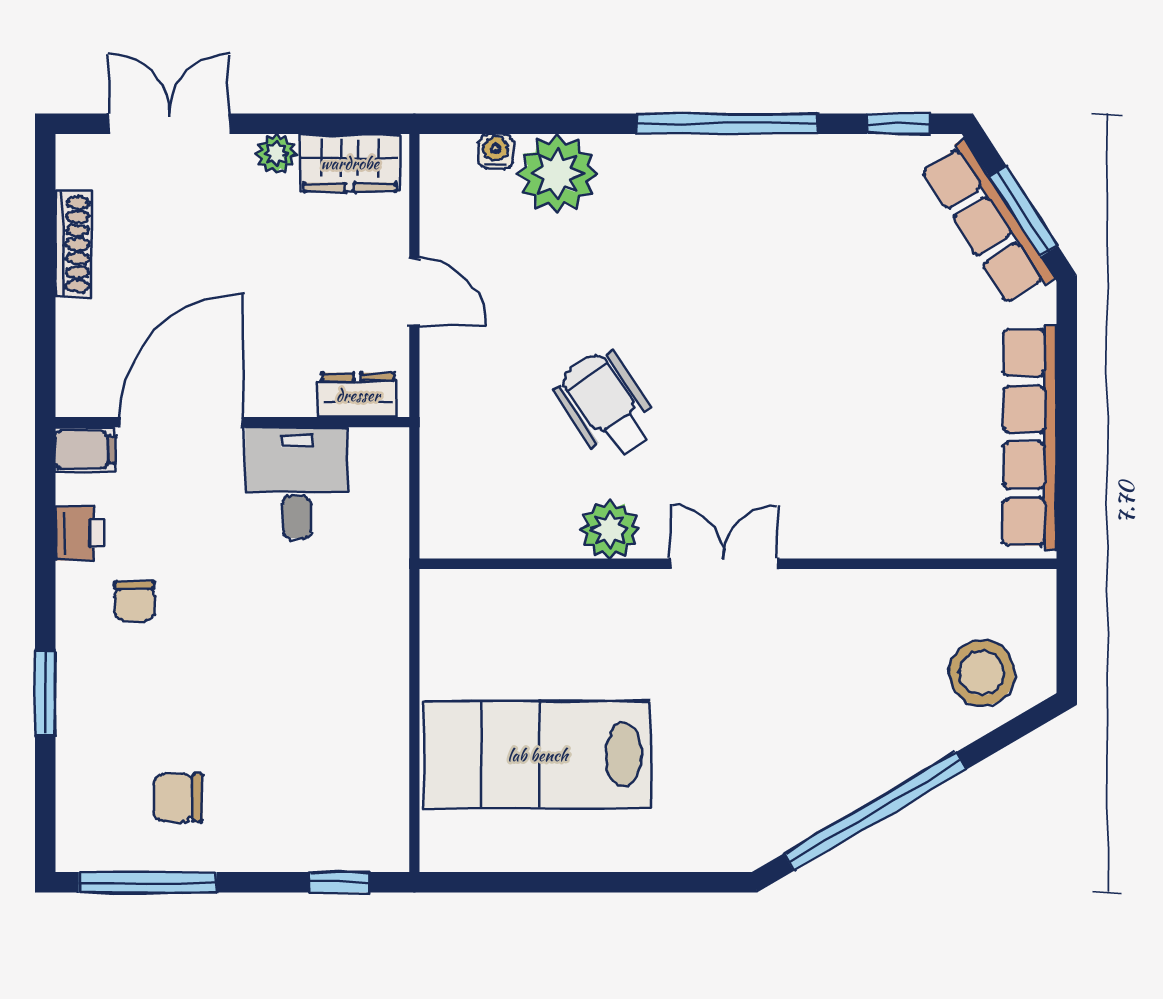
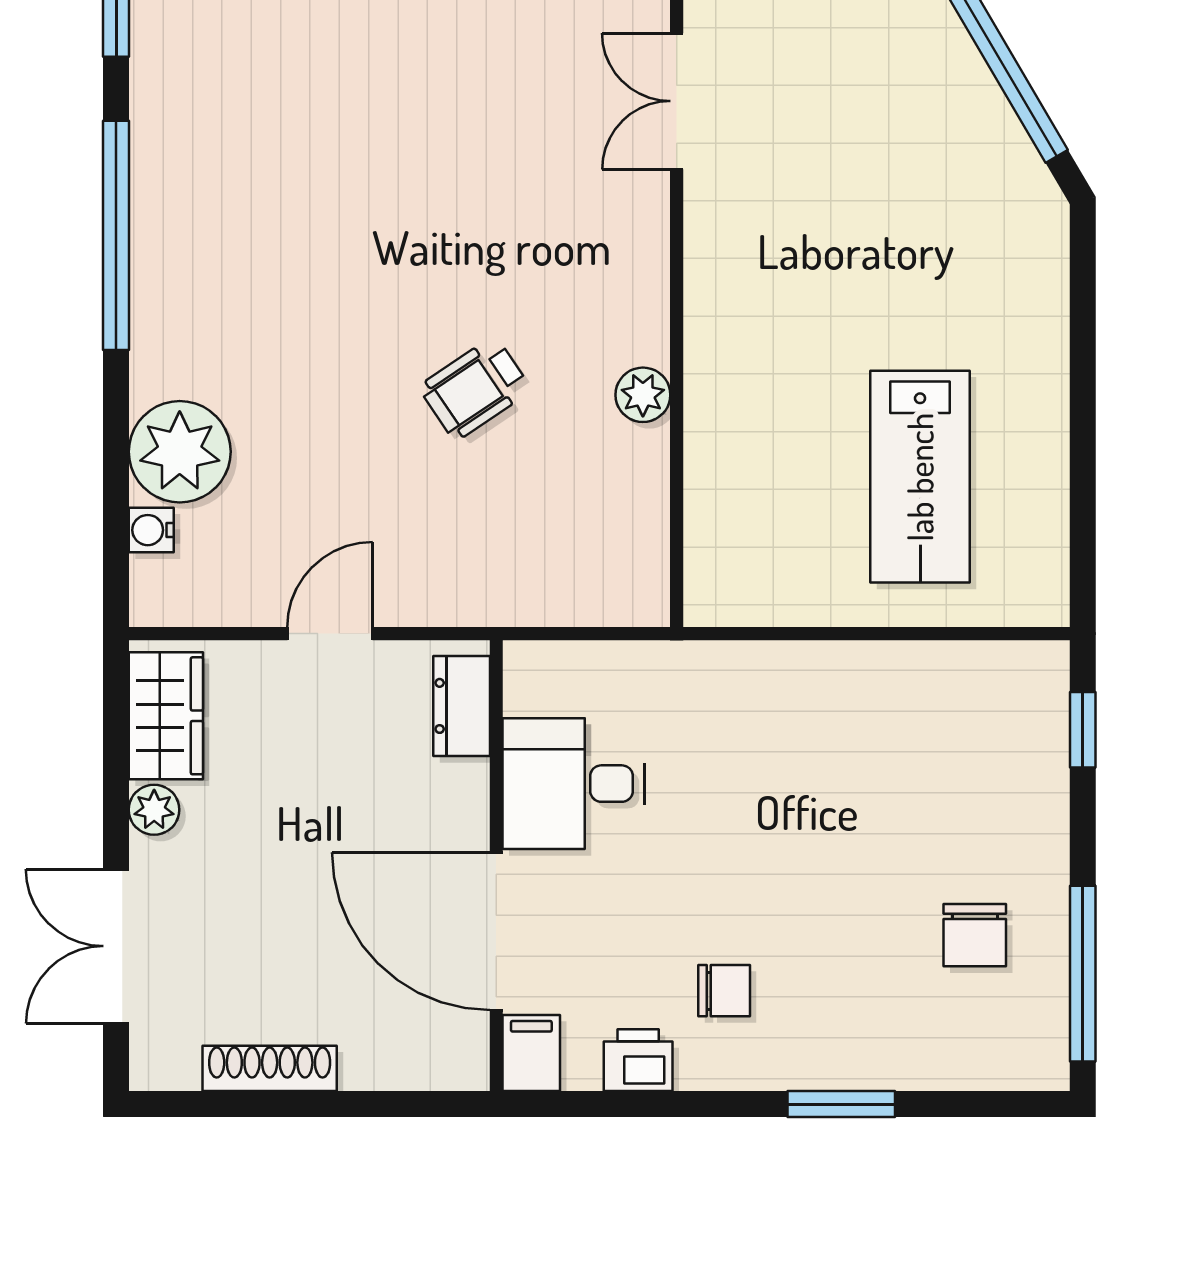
wheelchair: (607, 406) -> (475, 388), width x0.73, depth x0.73
plant: (610, 529) -> (643, 395), width x0.73, depth x0.73
double door: (724, 564) -> (677, 101), moved
lab bench: (538, 755) -> (920, 477), width x0.73, depth x0.72

